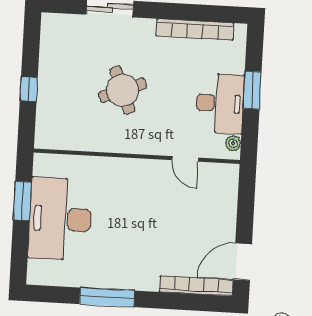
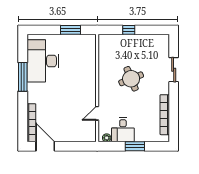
desk: (220, 103) -> (123, 130), width x0.73
desk: (60, 219) -> (43, 61), moved, turned -90

